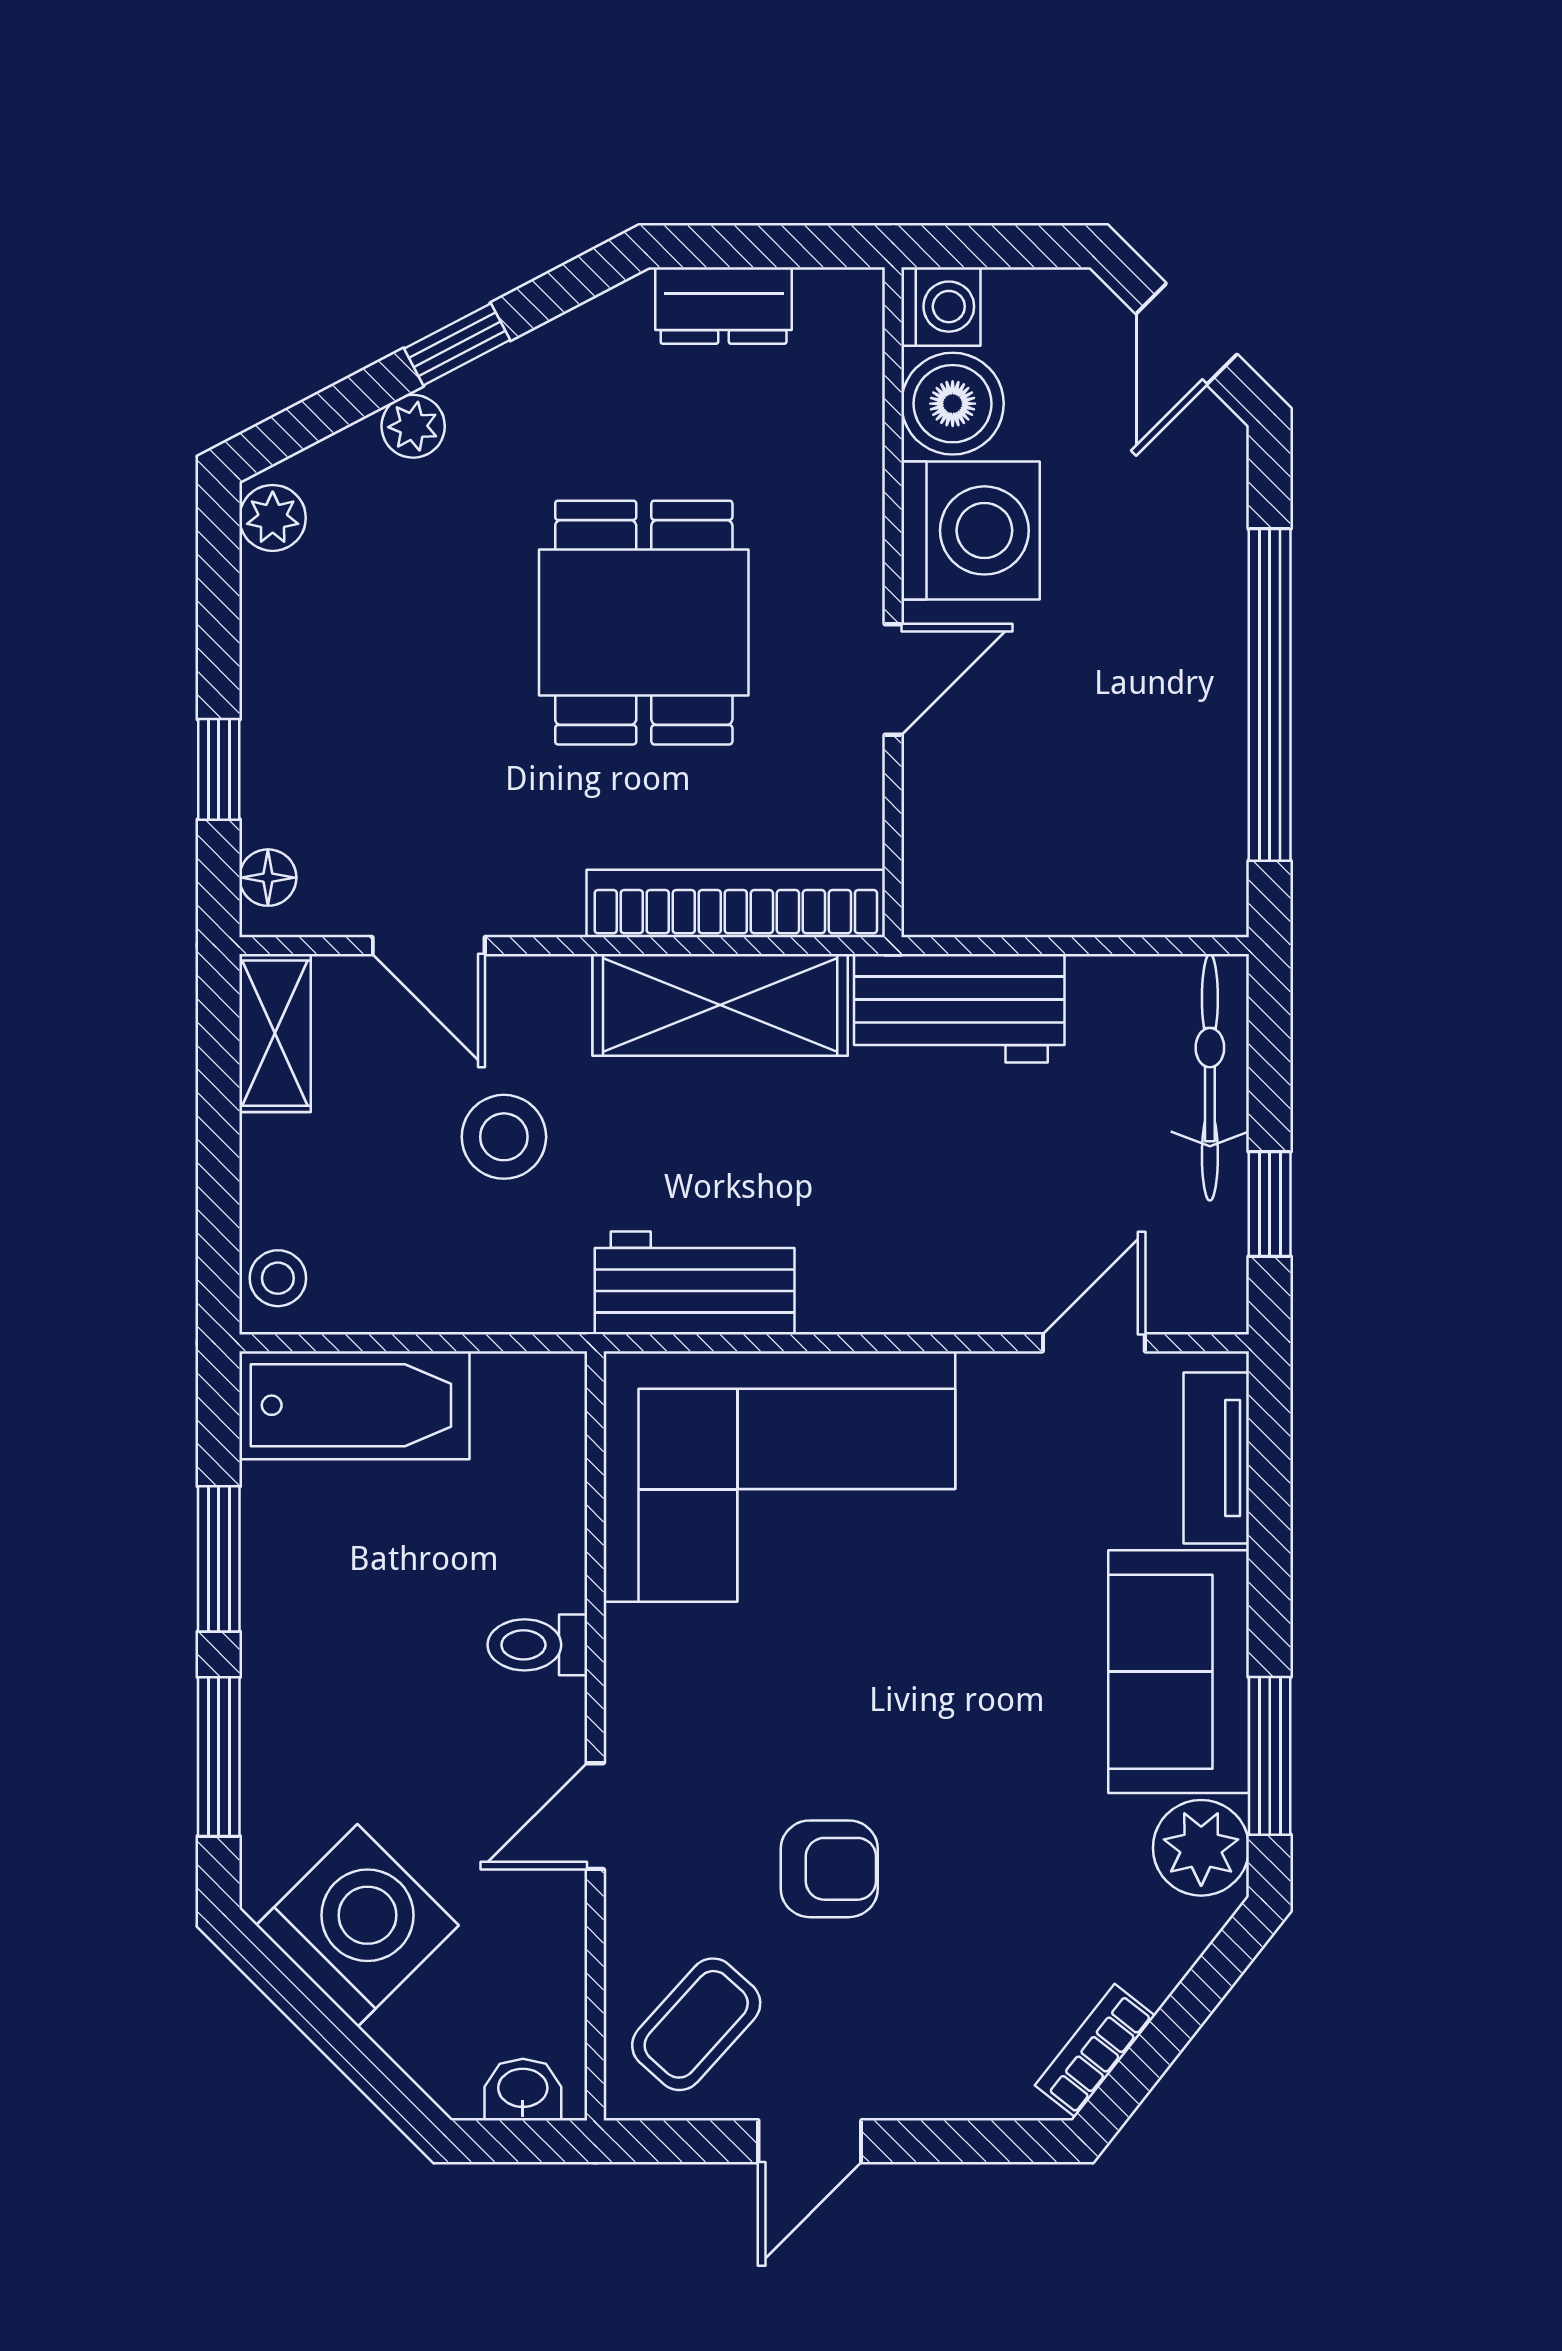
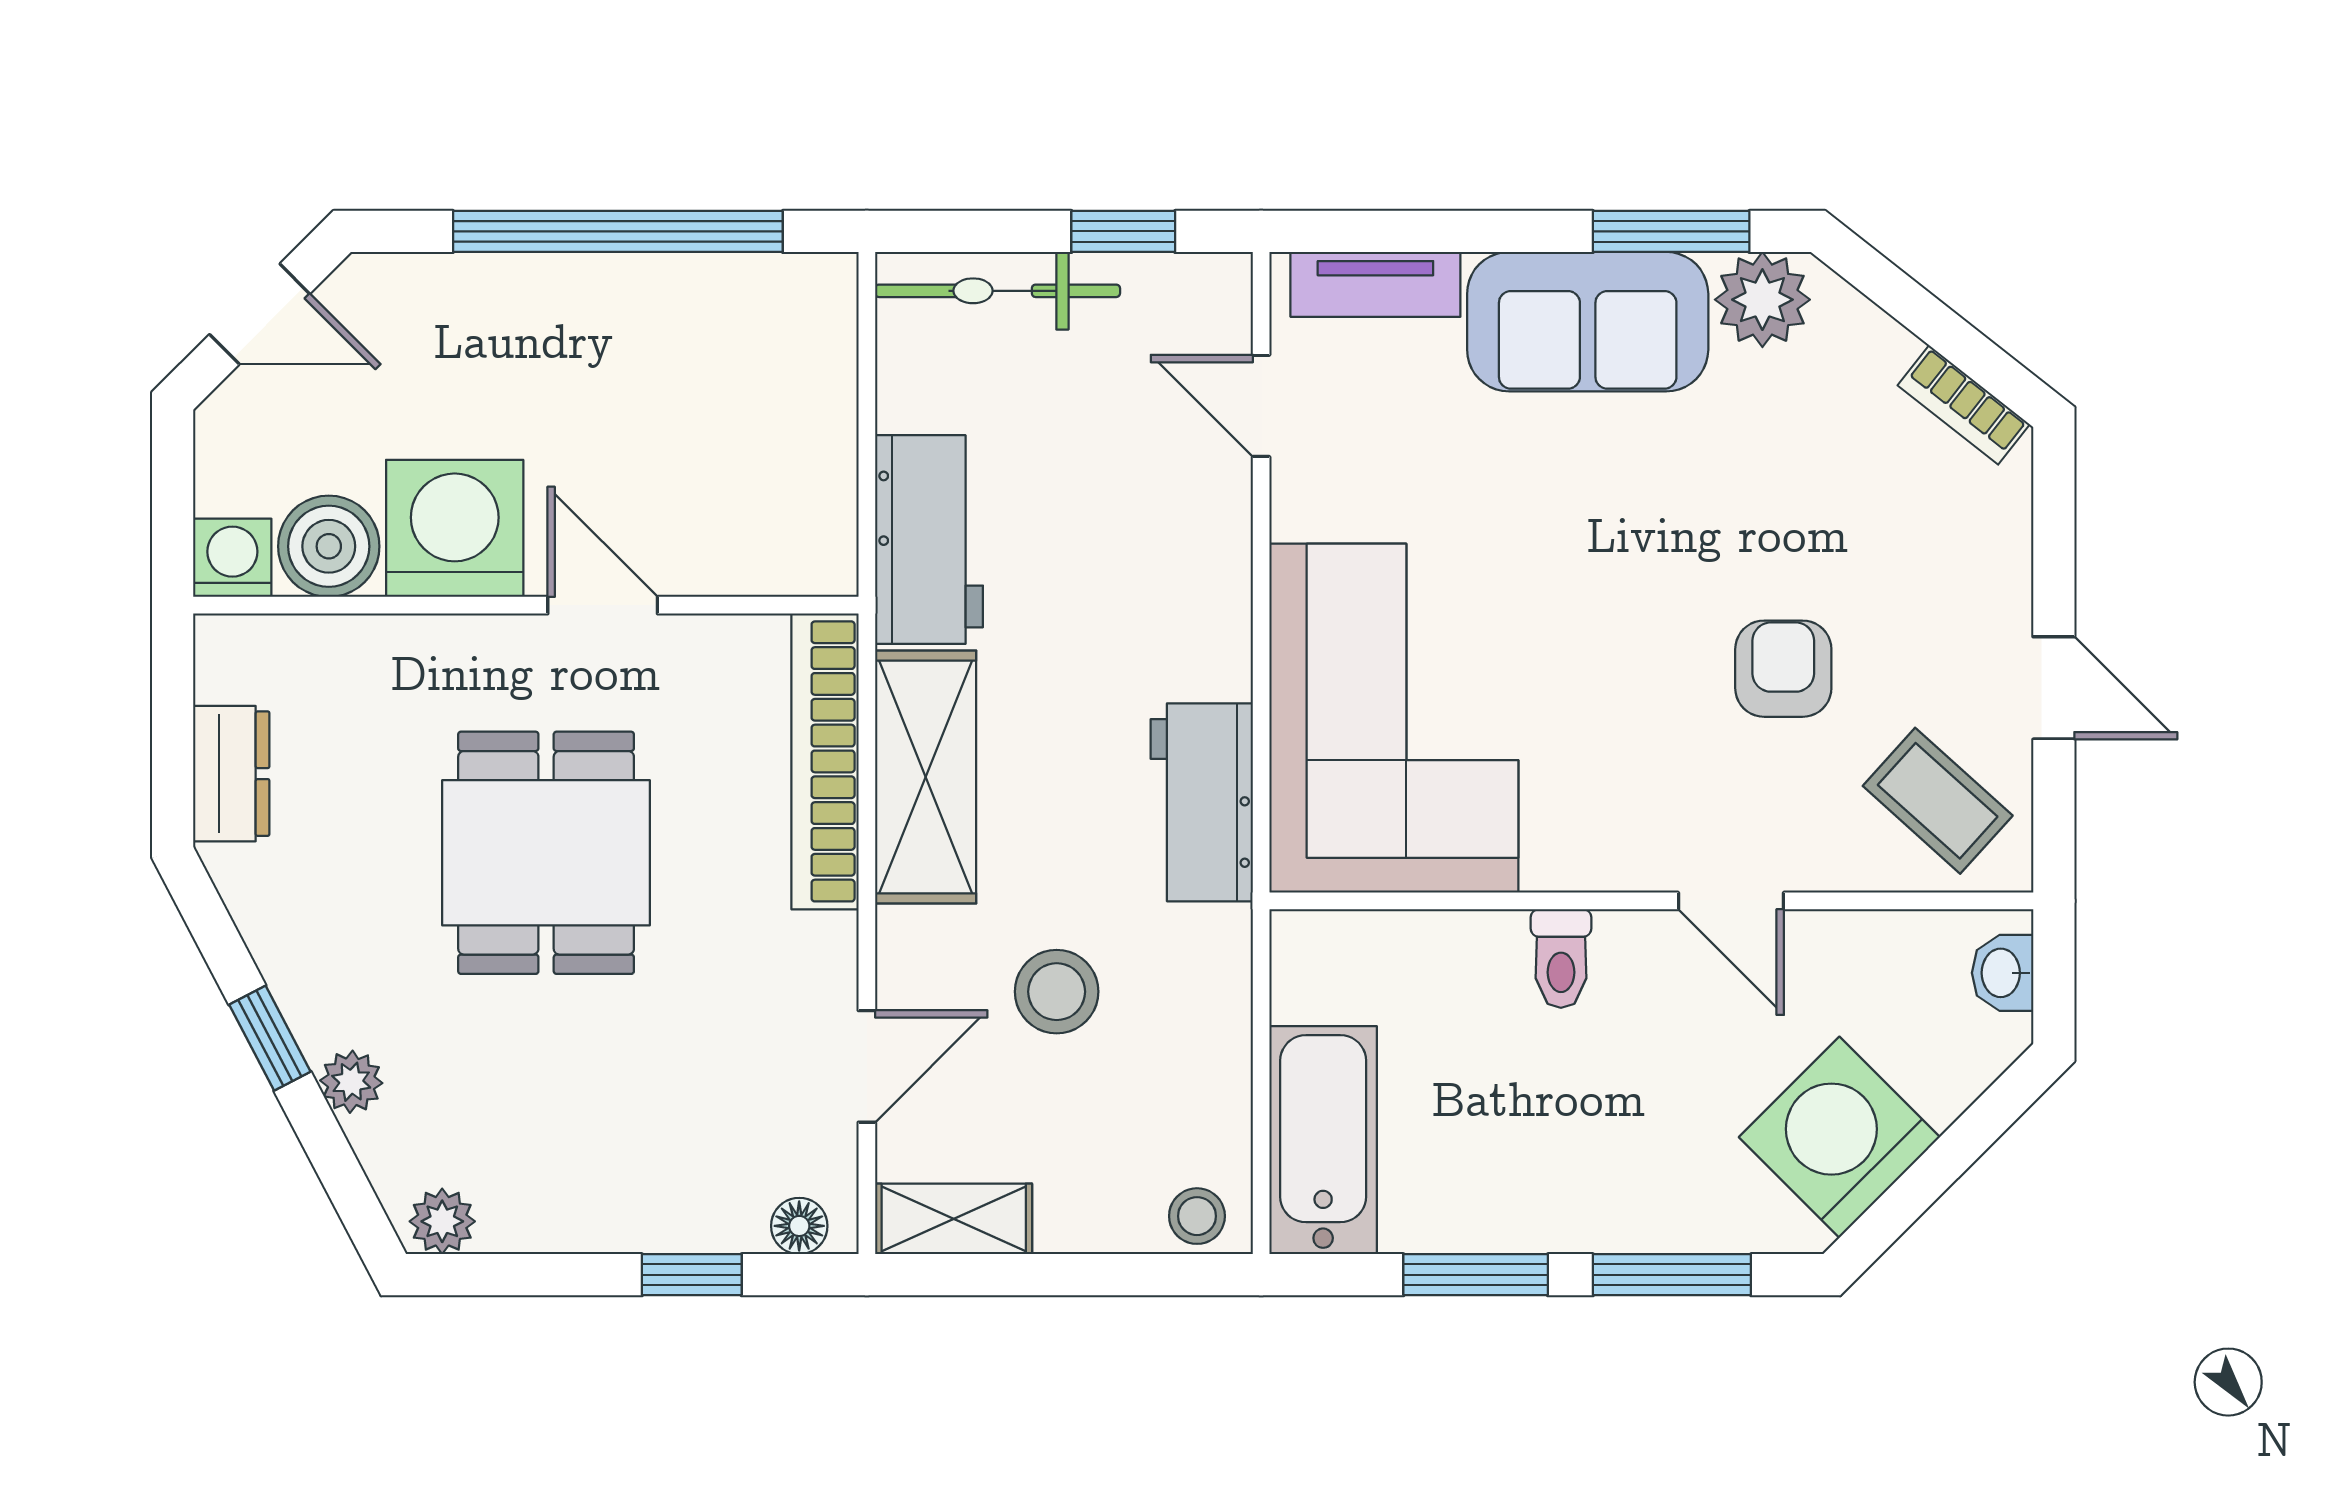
dining table: (644, 623) -> (546, 853), turned 90

